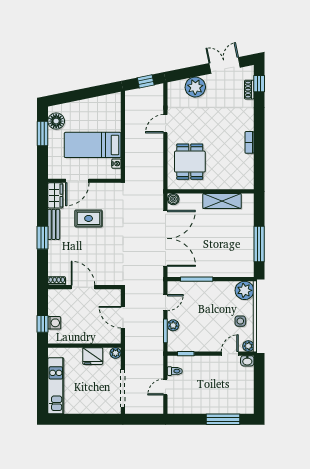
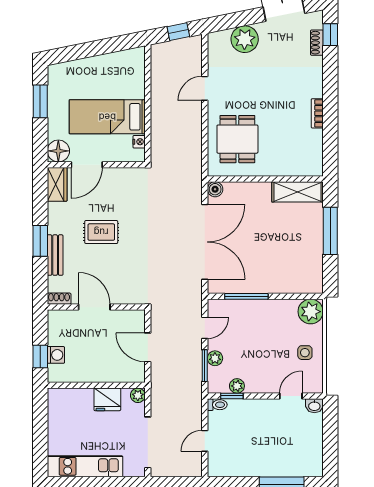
floor lamp: (56, 121) -> (58, 151), moved
shelving: (222, 201) -> (297, 192), moved
rug: (89, 218) -> (101, 232), moved
bench: (54, 224) -> (55, 255), moved
window: (259, 244) -> (330, 231), moved
plant: (248, 346) -> (237, 386), moved
toilet: (175, 371) -> (217, 405), moved
kitchen unit: (56, 386) -> (85, 466), moved, turned -90

